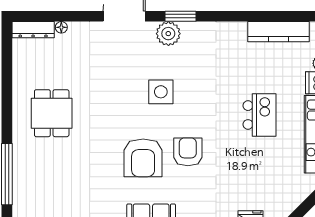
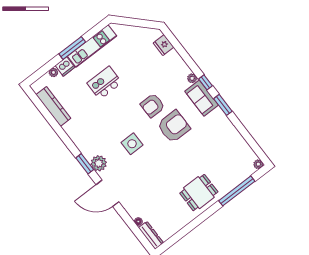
dining table: (52, 113) -> (199, 193), moved

